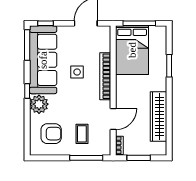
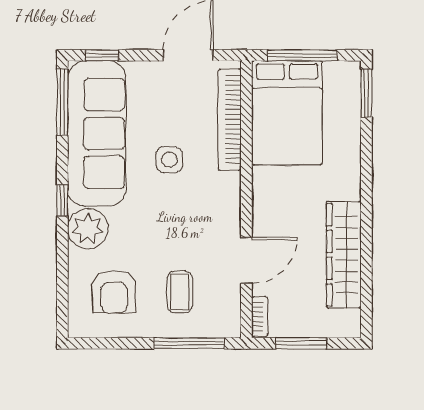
window: (169, 66) -> (366, 93), moved
bookcase: (105, 76) -> (230, 120), moved
armchair: (51, 134) -> (114, 292), turned 88

